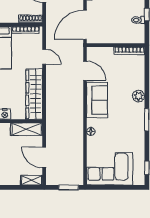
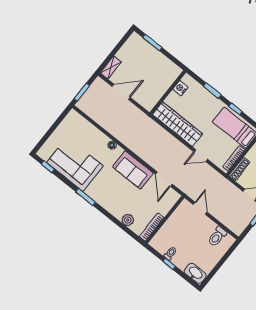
door: (85, 25) -> (200, 208), width x0.53
door: (85, 71) -> (164, 179), hinge flipped
plant: (139, 96) -> (128, 220), moved
shelving: (27, 129) -> (155, 96), removed
corner sofa: (110, 169) -> (75, 164), moved, turned -90

